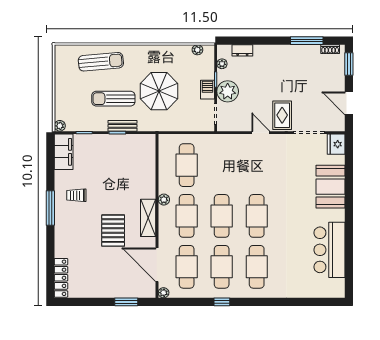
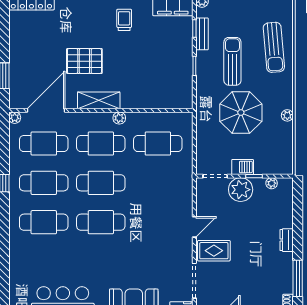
plant: (197, 50) -> (287, 115), moved
dresser: (242, 50) -> (287, 240), moved
bench: (123, 126) -> (202, 34), moved

